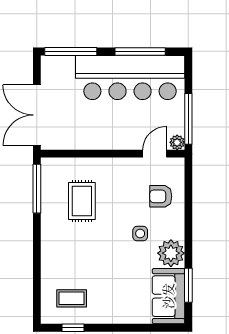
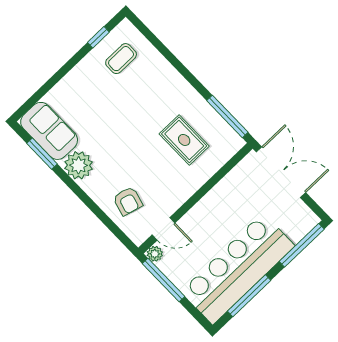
door: (155, 154) -> (164, 229), hinge flipped
armchair: (161, 196) -> (128, 201), turned 105
side table: (140, 234) -> (116, 158), removed

